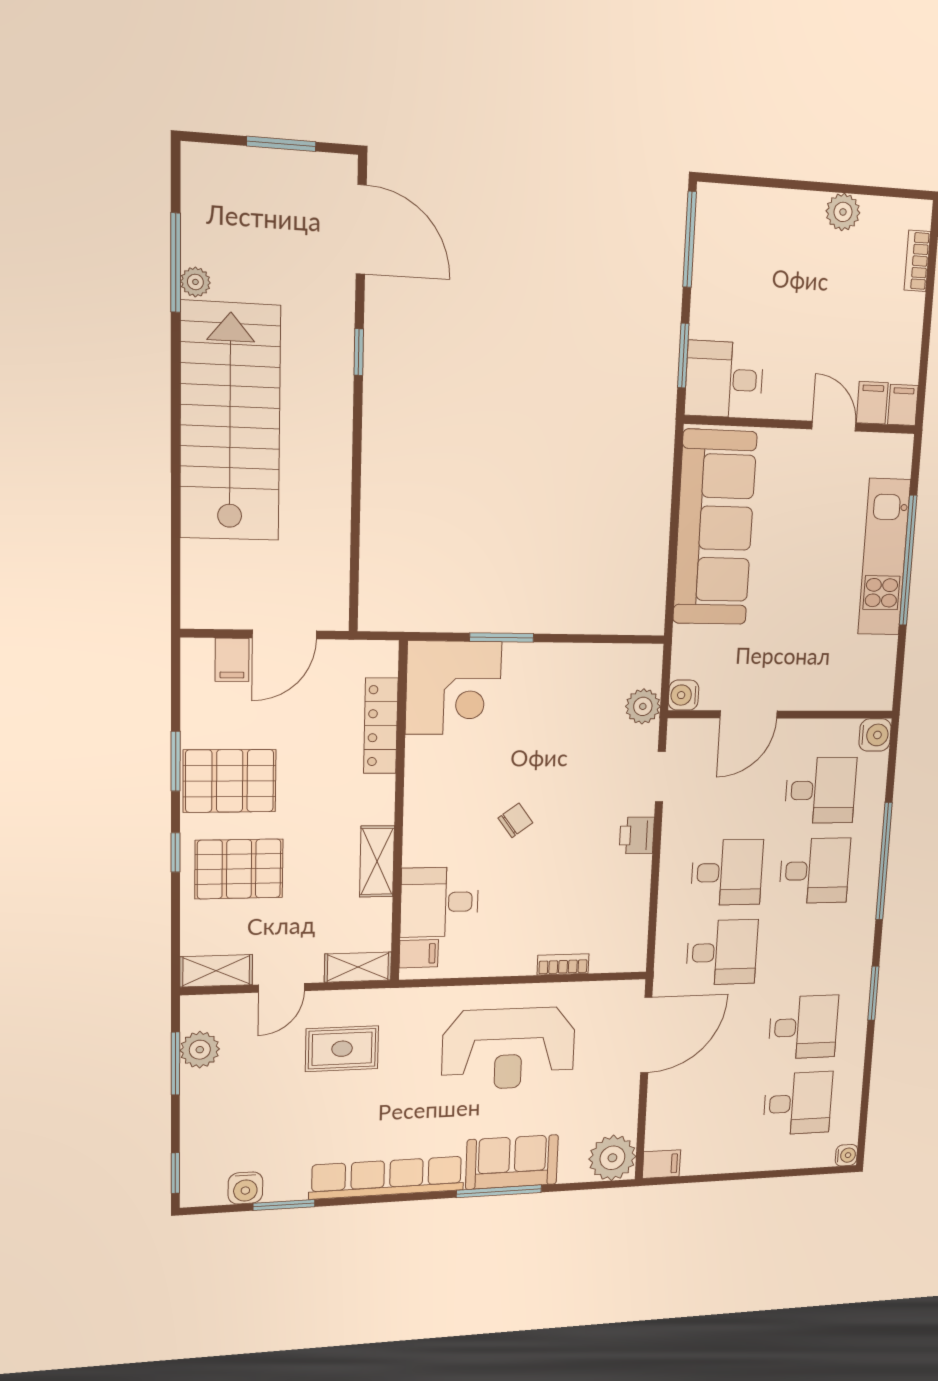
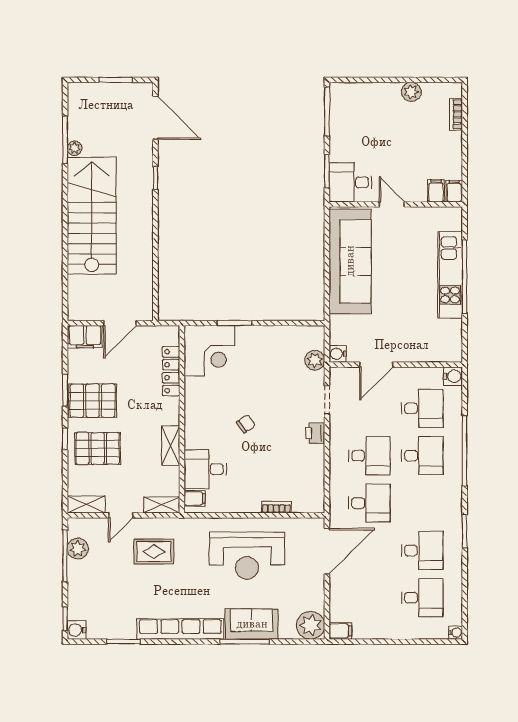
door: (834, 426) -> (392, 204), moved
filing cabinet: (232, 660) -> (85, 337), width x2.00
window: (175, 1064) -> (65, 556), width x1.44
water cooler: (245, 1188) -> (77, 630), moved, turned 90

